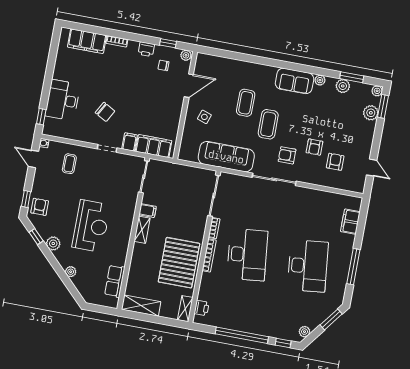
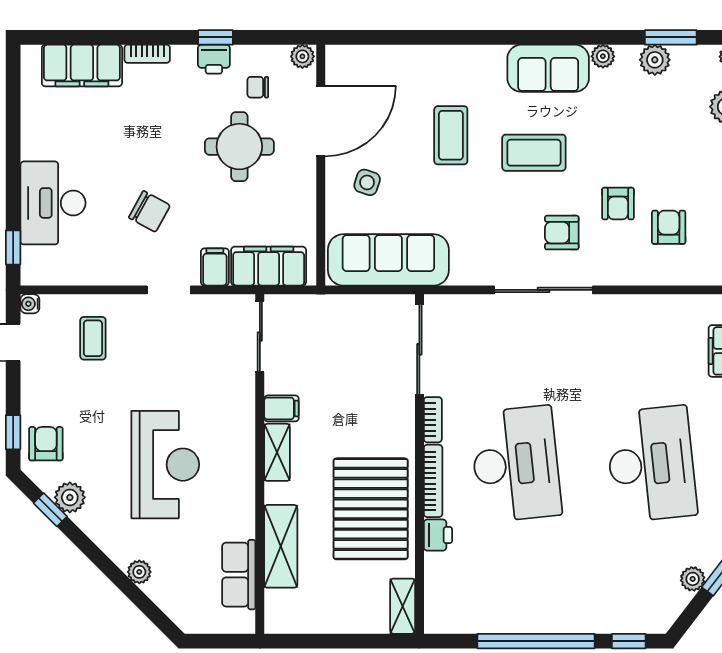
window: (168, 43) -> (216, 37), moved
door: (189, 86) -> (321, 121), width x1.36
round table: (150, 90) -> (239, 147), added
coffee table: (268, 124) -> (534, 153), moved, turned 90
sofa: (226, 157) -> (388, 260), moved
plant: (53, 243) -> (70, 497), moved
shelving: (141, 306) -> (281, 546), moved, turned 90
printer: (202, 308) -> (438, 535), moved
plant: (304, 332) -> (693, 579), moved

